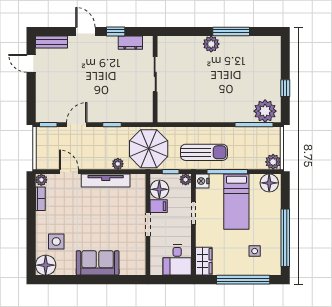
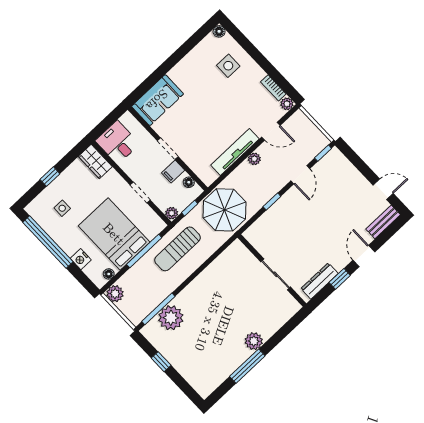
door: (85, 31) -> (364, 256), swing flipped
dresser: (130, 43) -> (320, 281), width x1.44
plant: (265, 111) -> (171, 318), moved
plant: (118, 164) -> (254, 159), moved
nightstand: (202, 181) -> (81, 259), moved, turned 180
floor lamp: (269, 183) -> (109, 274), width x0.53, depth x0.53
floor lamp: (159, 189) -> (189, 182), width x0.53, depth x0.53
bed: (236, 202) -> (114, 234), width x1.50
sofa: (98, 263) -> (157, 100), moved
floor lamp: (46, 265) -> (219, 31), width x0.53, depth x0.53
window: (243, 280) -> (50, 177), width x0.32

